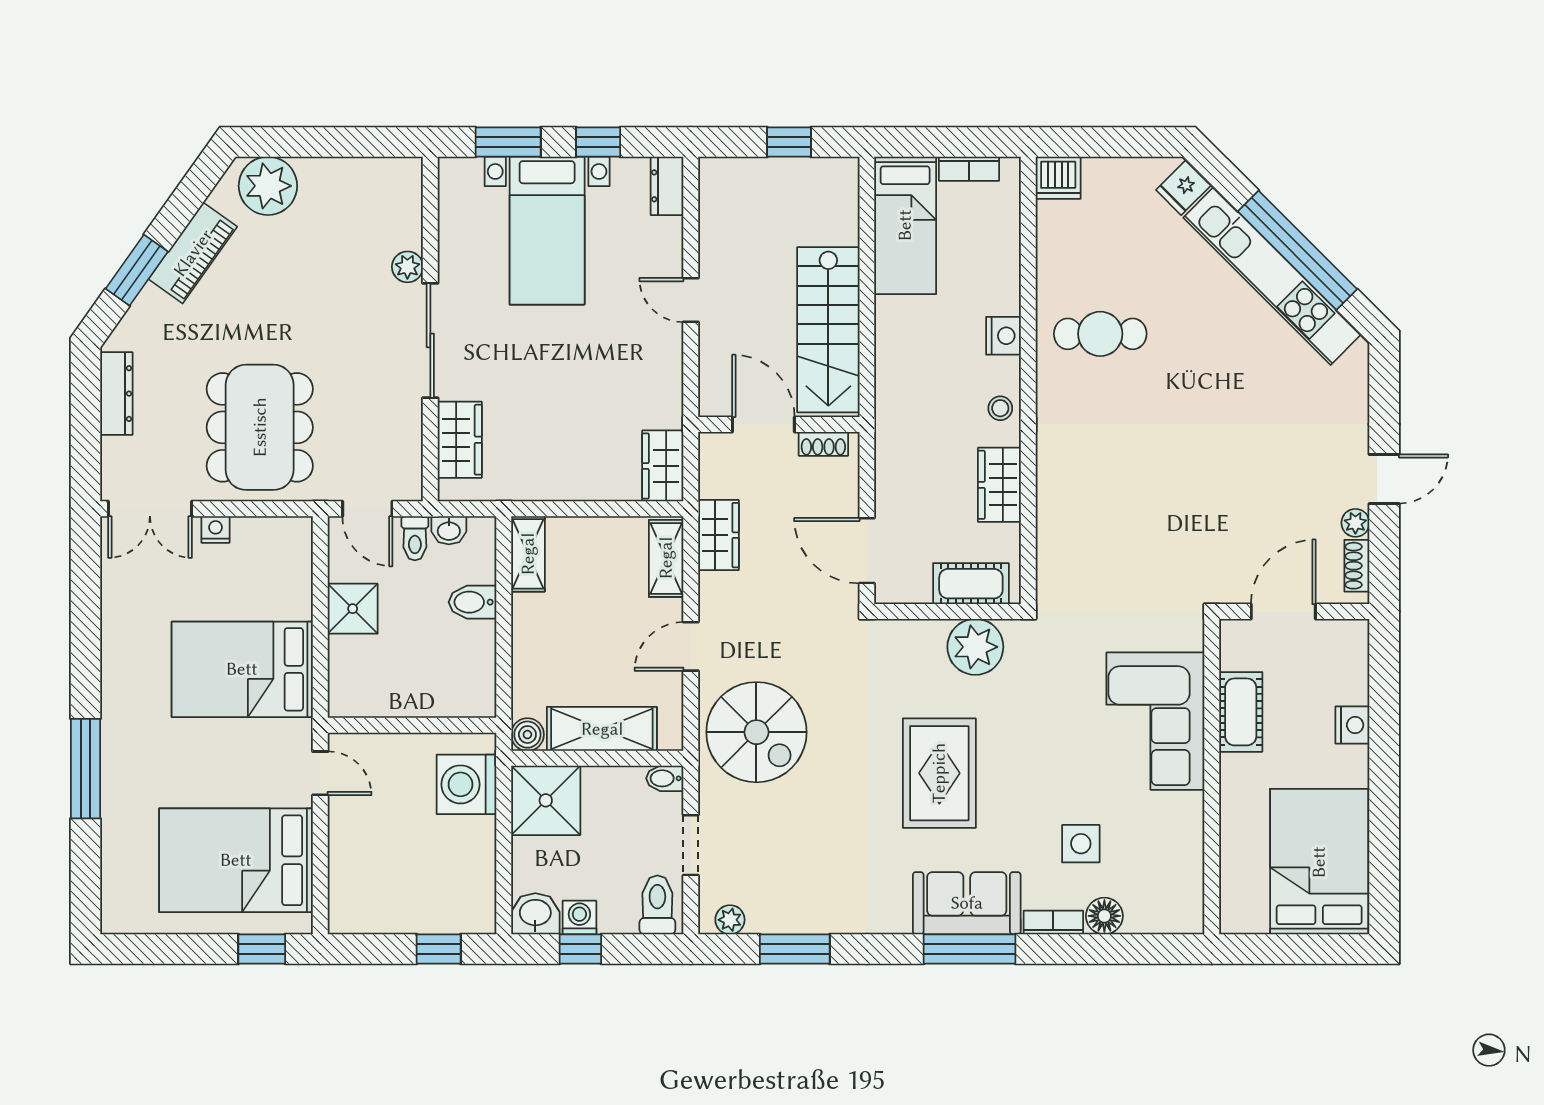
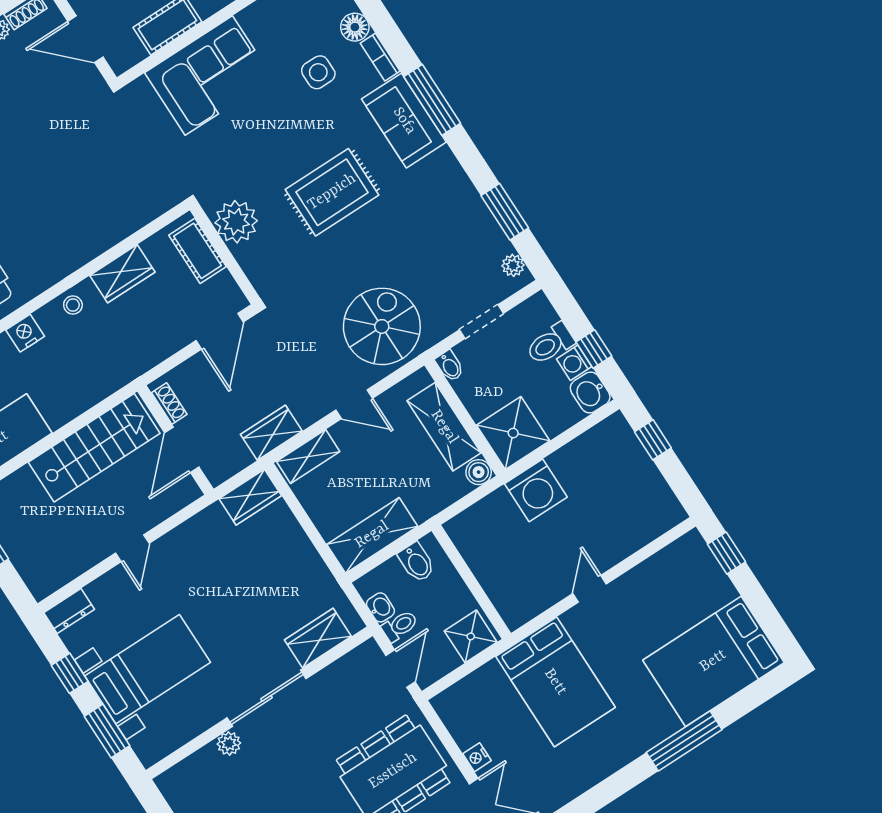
shelving: (528, 554) -> (372, 535), width x1.50, depth x1.33
wall: (412, 725) -> (471, 582), moved
bed: (236, 860) -> (713, 661), moved, turned 90
toilet: (657, 905) -> (550, 344), moved

